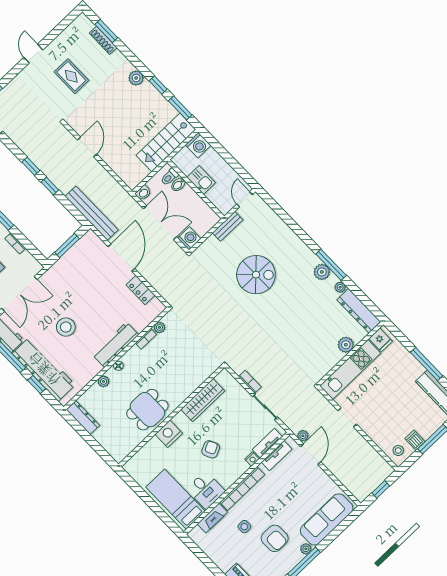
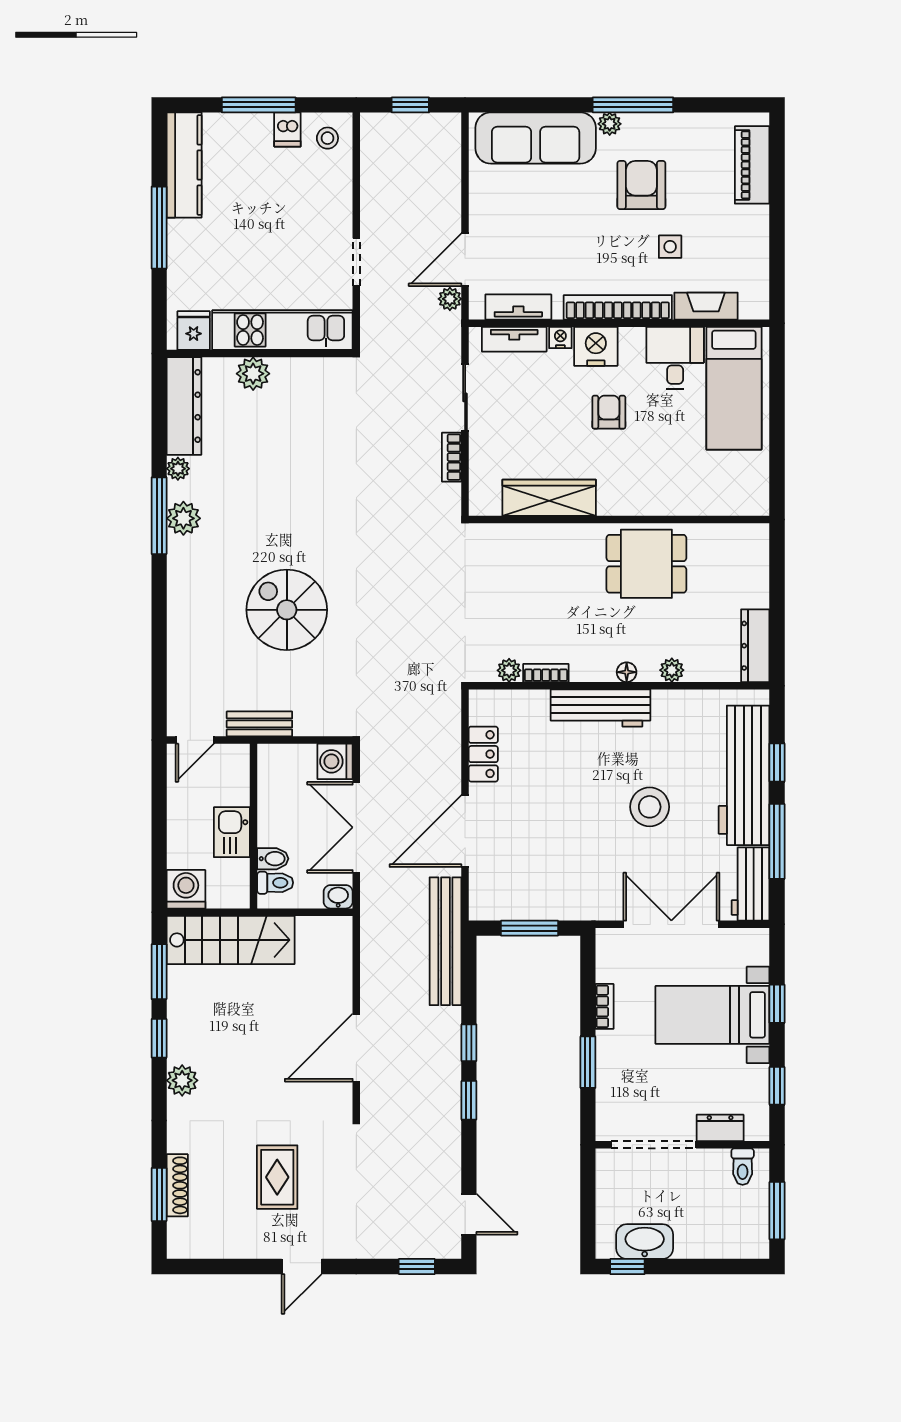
door: (87, 147) -> (356, 1048), width x1.36
nightstand: (169, 434) -> (596, 346), moved, turned 180
armchair: (211, 449) -> (609, 412), turned 116

